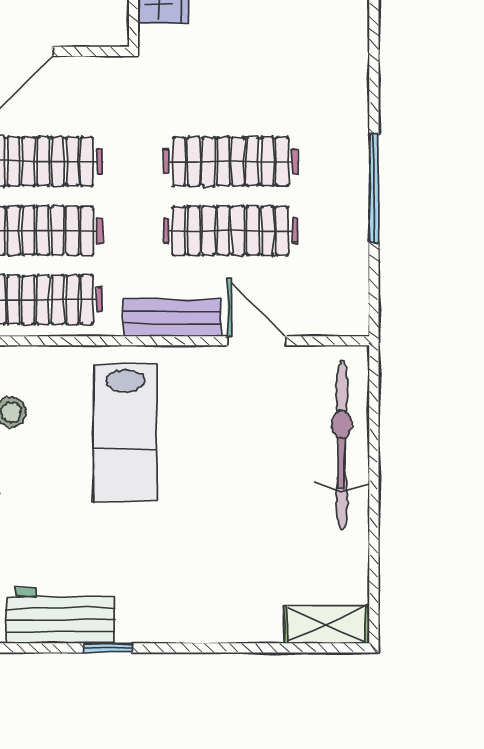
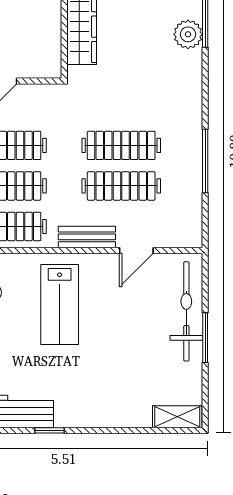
door: (257, 341) -> (136, 250), swing flipped
window: (374, 490) -> (205, 338), added

